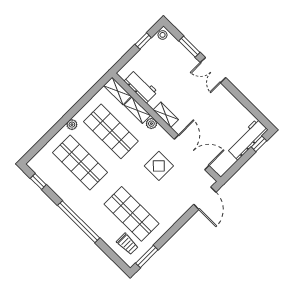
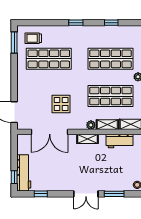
double door: (213, 70) -> (86, 194), swing flipped
window: (251, 108) -> (41, 194), added
window: (38, 181) -> (111, 23), moved
window: (79, 222) -> (76, 23), width x0.32

